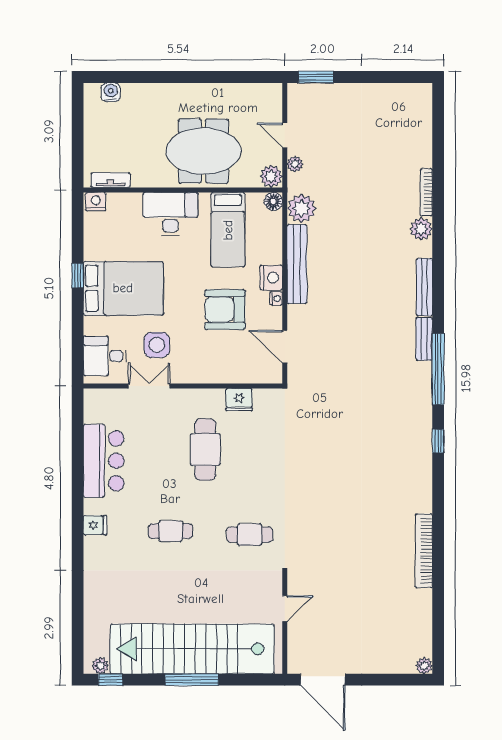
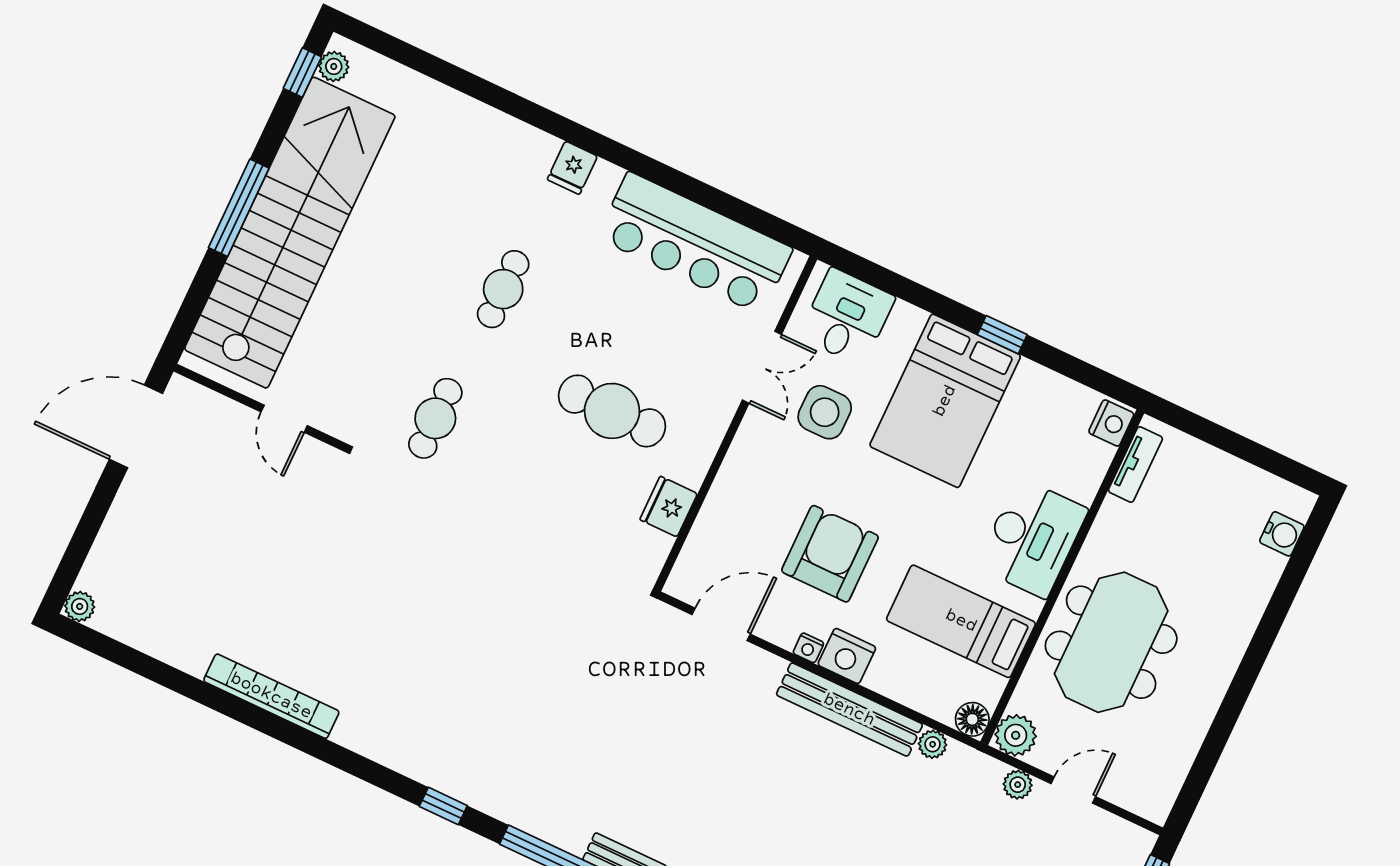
plant: (302, 208) -> (933, 744), width x0.53, depth x0.53
bar counter: (104, 461) -> (695, 243), width x1.36

